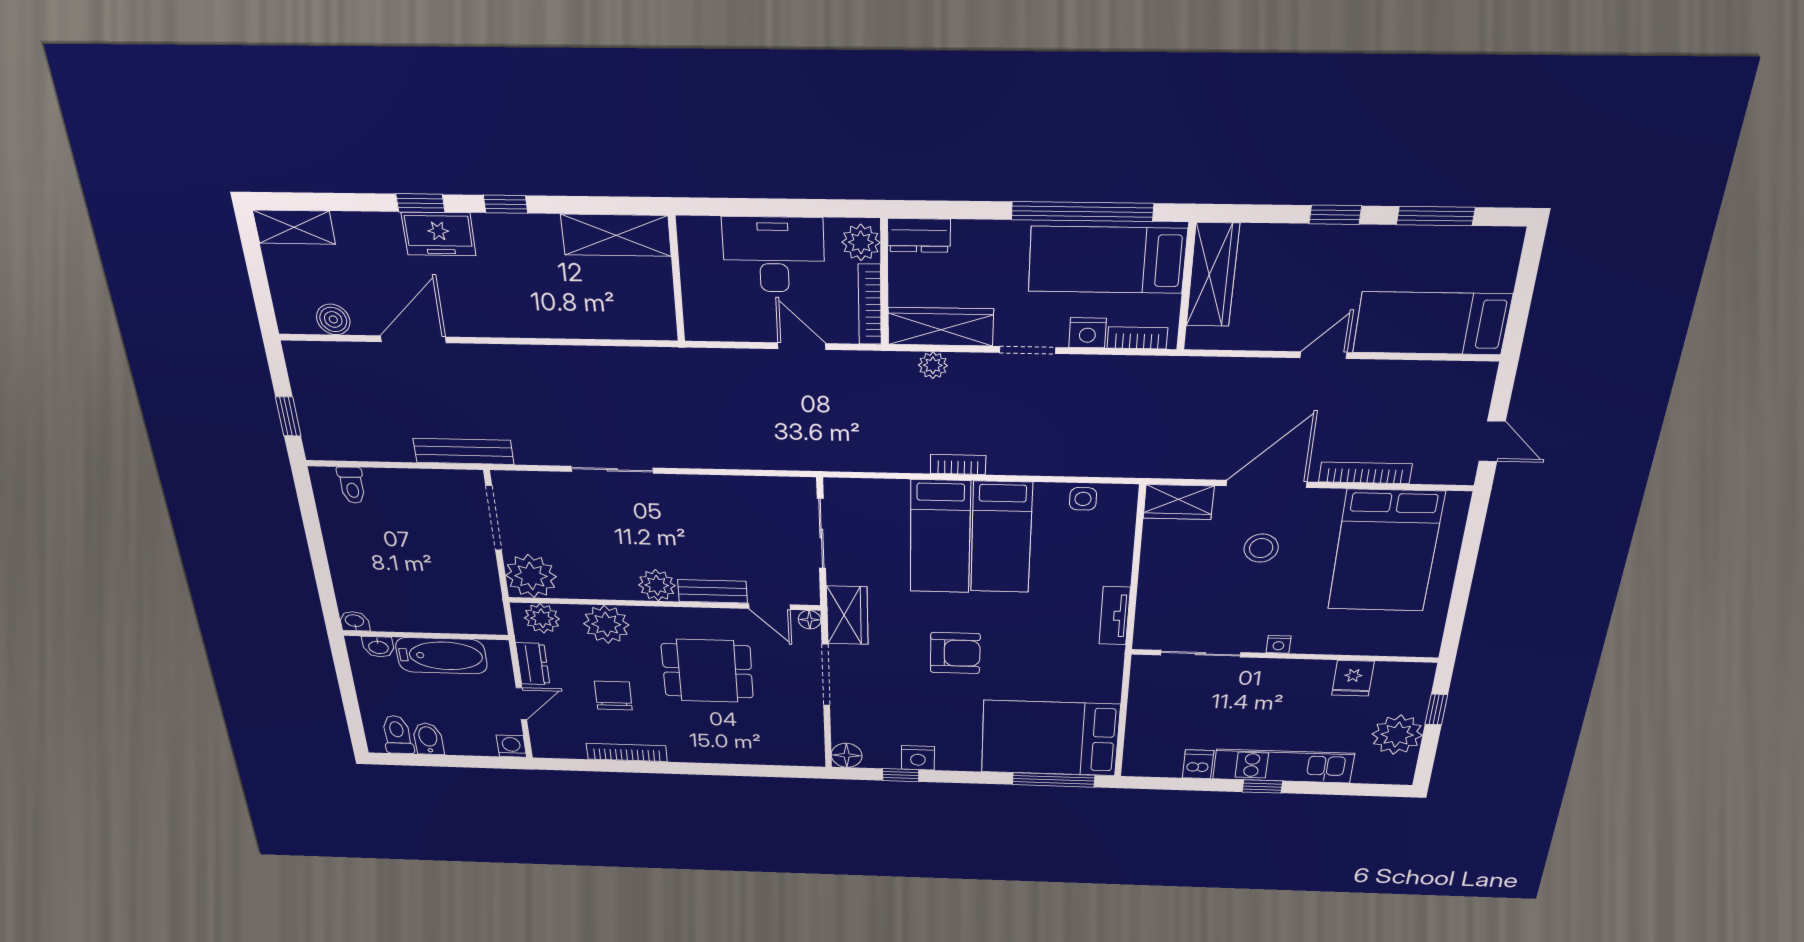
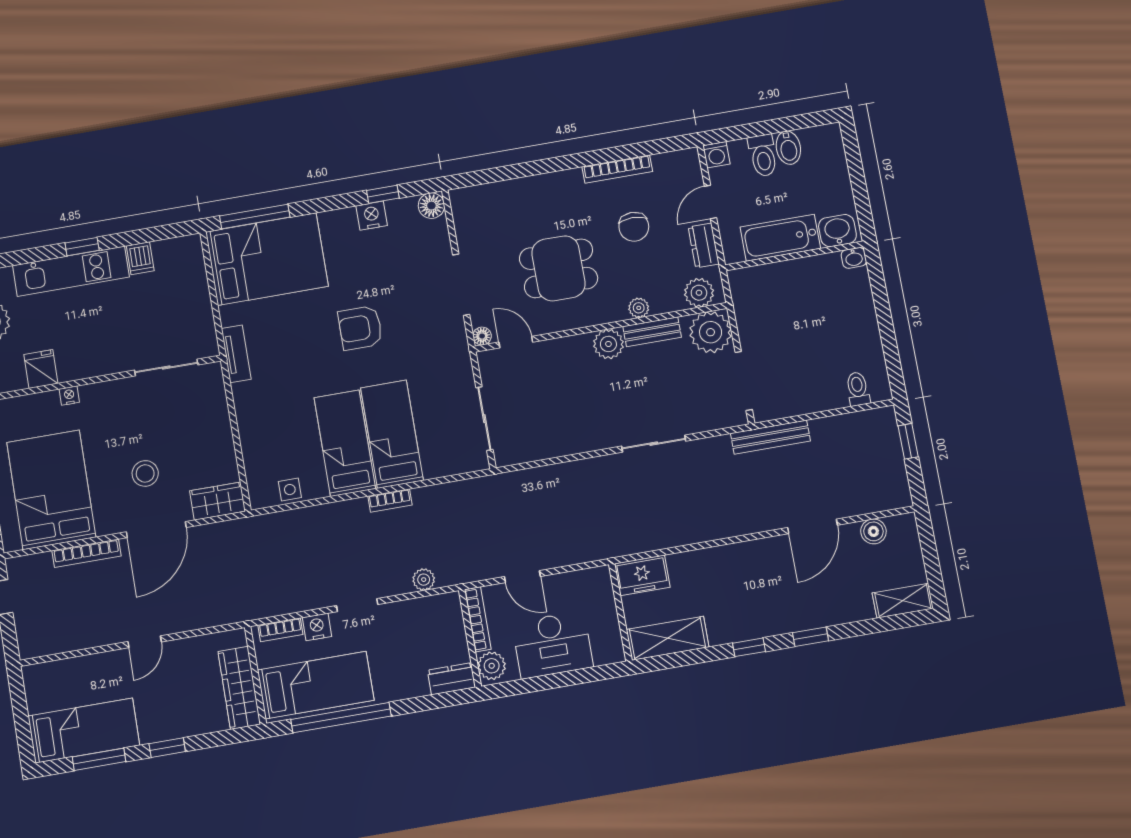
freezer: (439, 234) -> (642, 575), moved, turned 180
bed: (1432, 323) -> (84, 731), moved
wardrobe: (941, 327) -> (424, 612), removed
bench: (713, 591) -> (652, 332), moved
wardrobe: (847, 615) -> (453, 346), removed
tv unit: (1115, 616) -> (236, 354), moved
plant: (606, 624) -> (639, 308), width x0.53, depth x0.53
nightstand: (1279, 644) -> (69, 396), moved
washbasin: (378, 647) -> (837, 231), width x1.38, depth x1.45
toilet: (397, 735) -> (763, 156), moved

